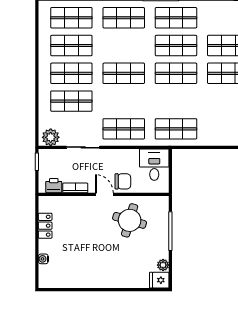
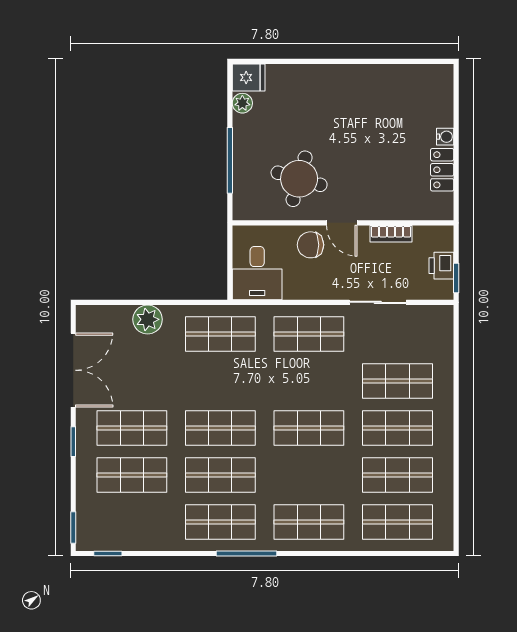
plant: (51, 137) -> (148, 319), moved
printer: (54, 186) -> (441, 266), moved, turned 90
water cooler: (43, 259) -> (445, 137), moved

